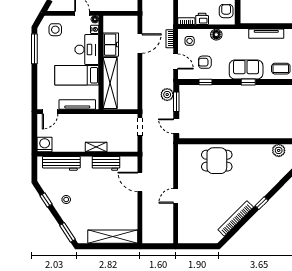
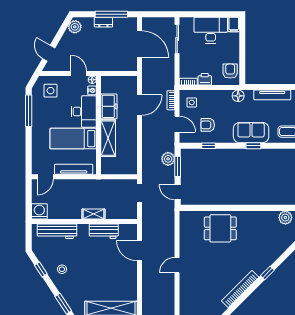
floor lamp: (216, 35) -> (238, 96), moved
shelving: (110, 83) -> (108, 138), width x0.68

